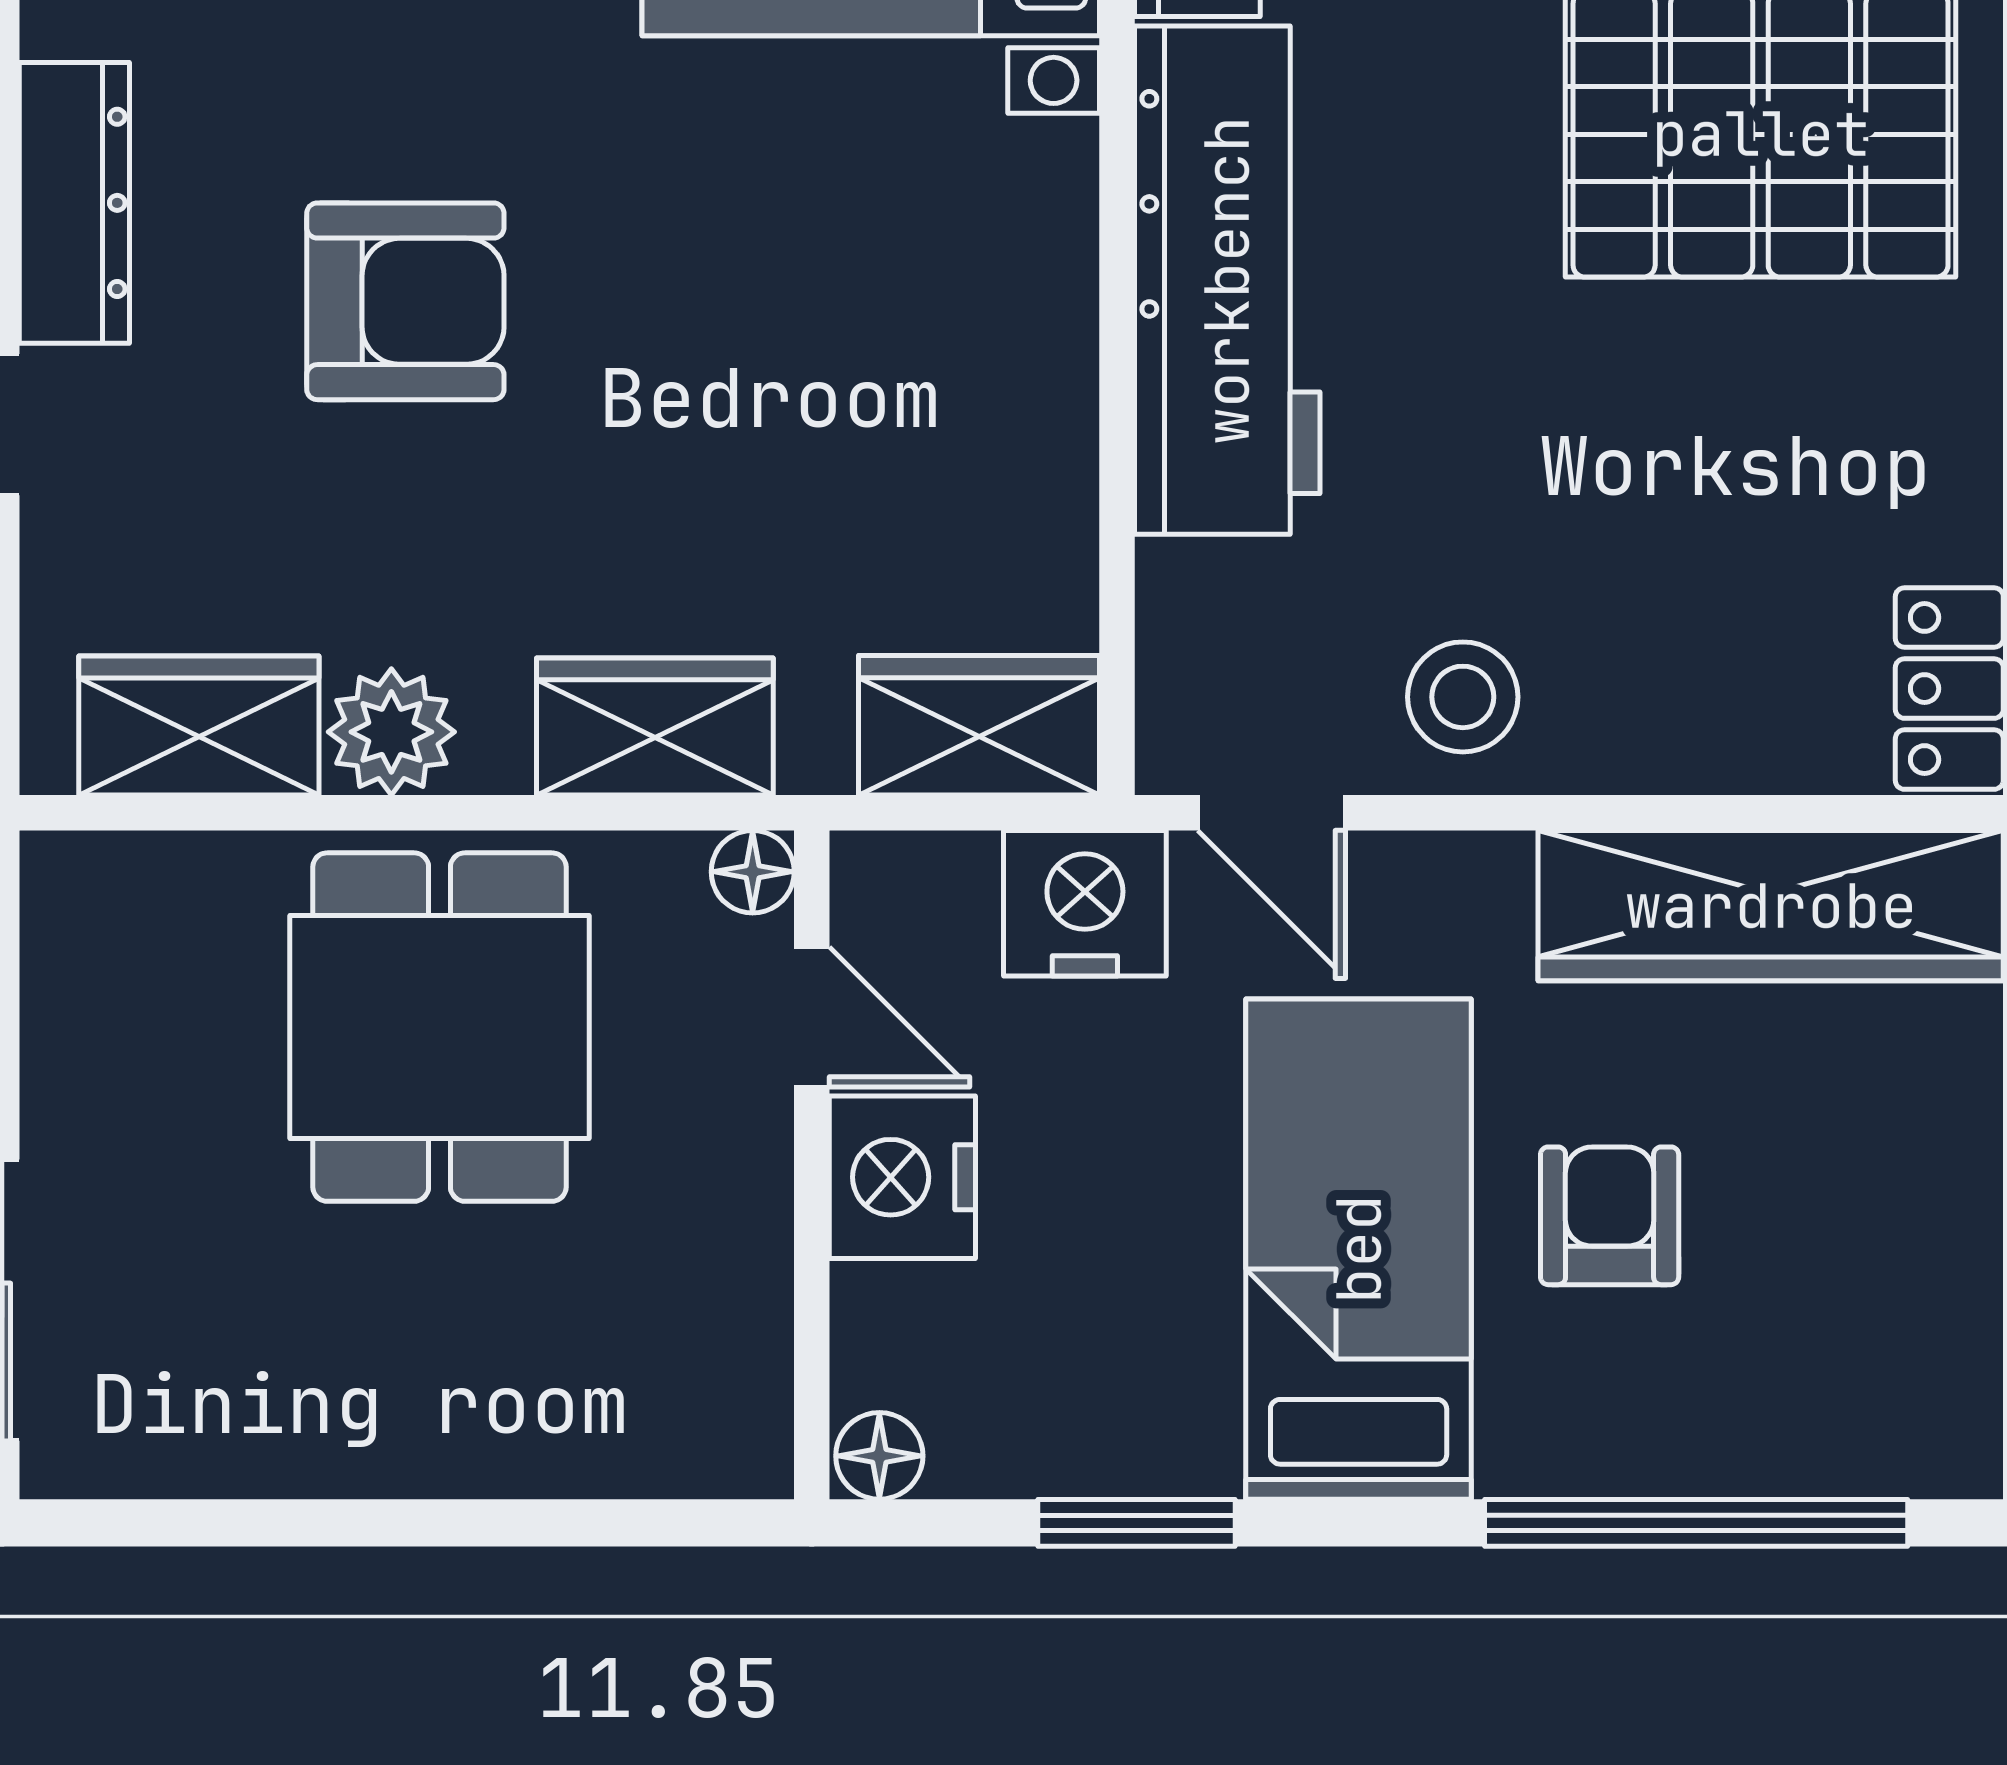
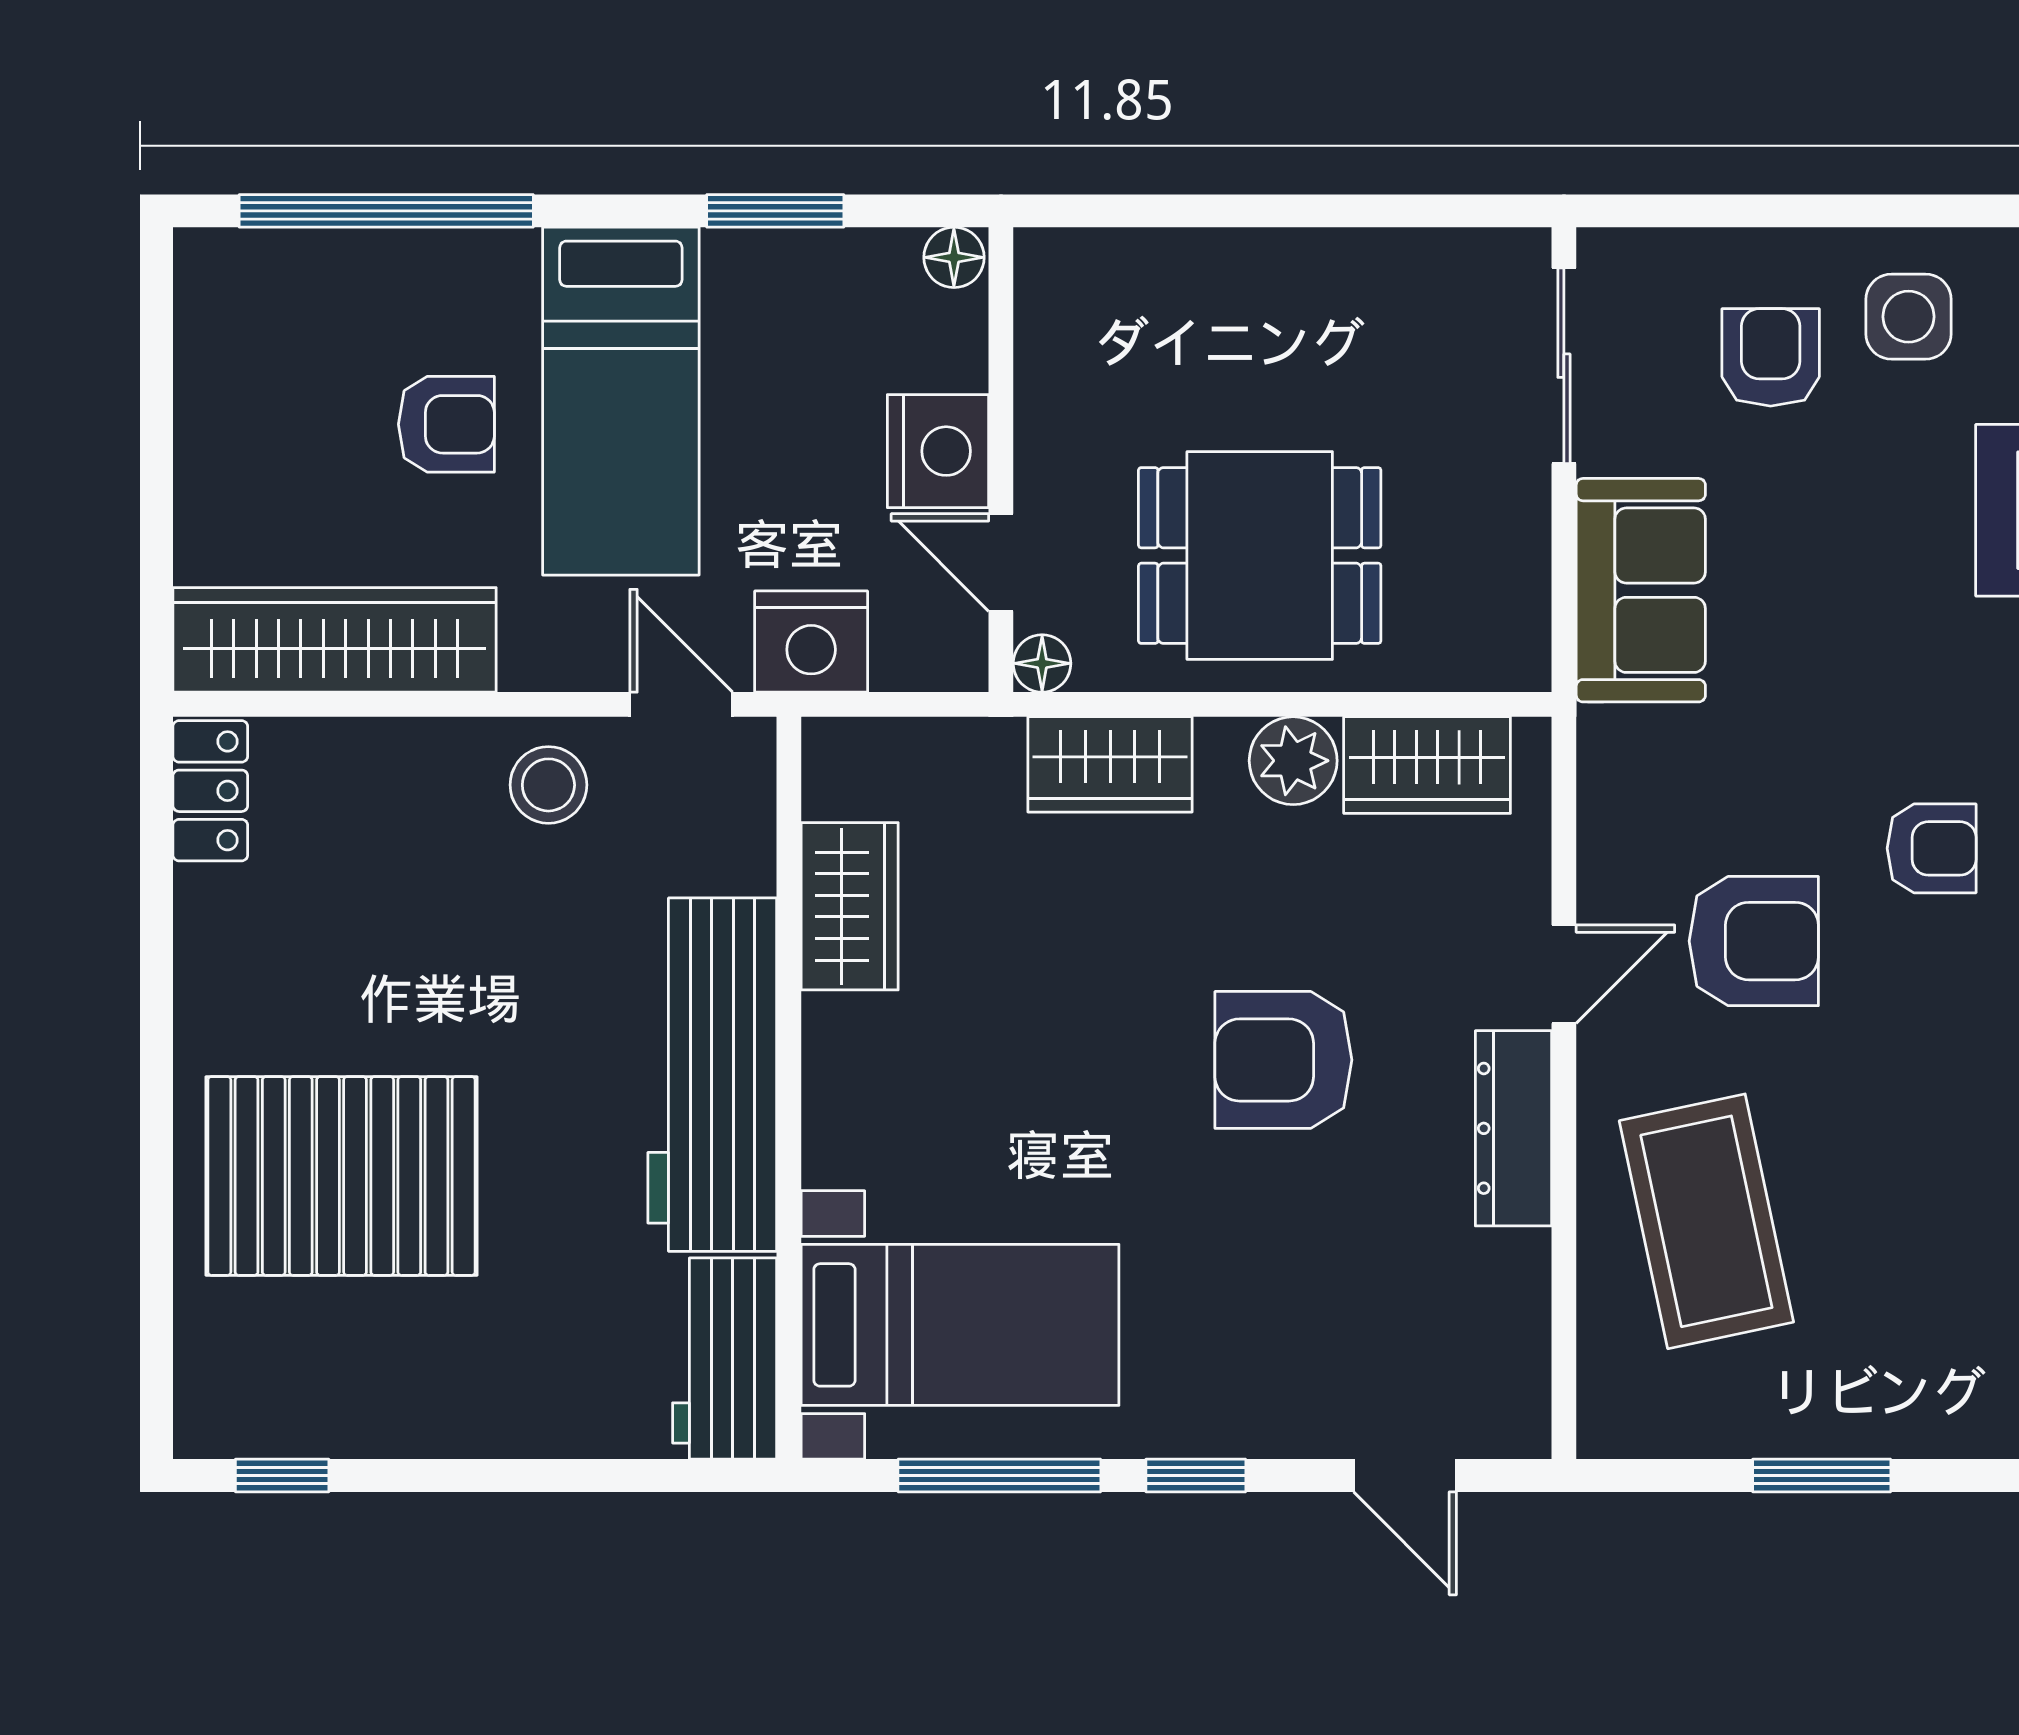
wardrobe: (979, 725) -> (850, 906), moved, turned -90
dining table: (440, 1027) -> (1260, 556), turned 90
armchair: (1610, 1216) -> (446, 424), turned -90

